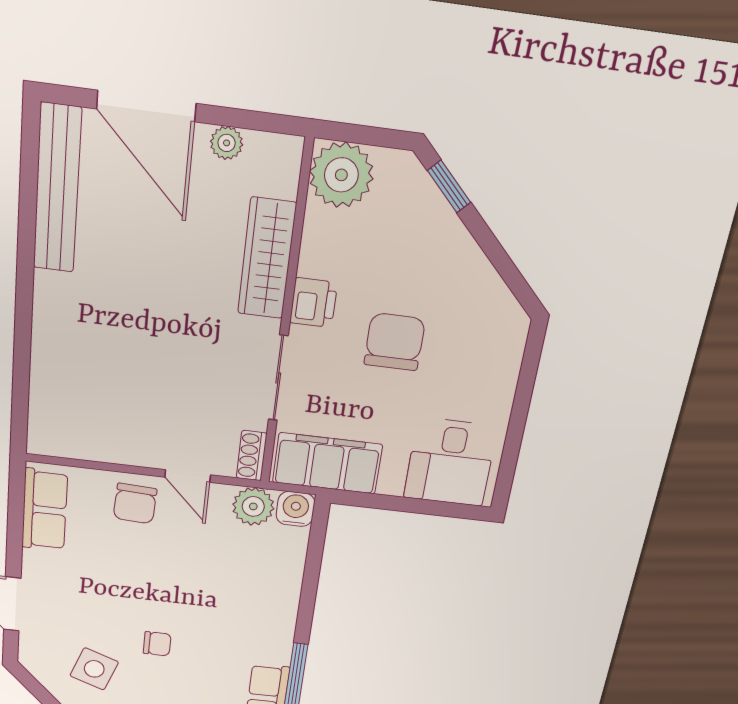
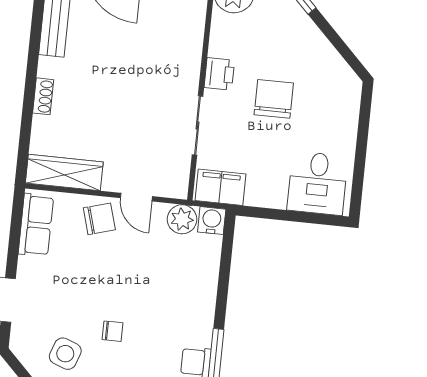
wardrobe: (267, 259) -> (64, 173), moved, turned 90
shoe rack: (252, 456) -> (43, 96), moved, turned 180
filing cabinet: (327, 463) -> (221, 187), width x0.67, depth x0.86
chair: (135, 504) -> (99, 219), turned -109

